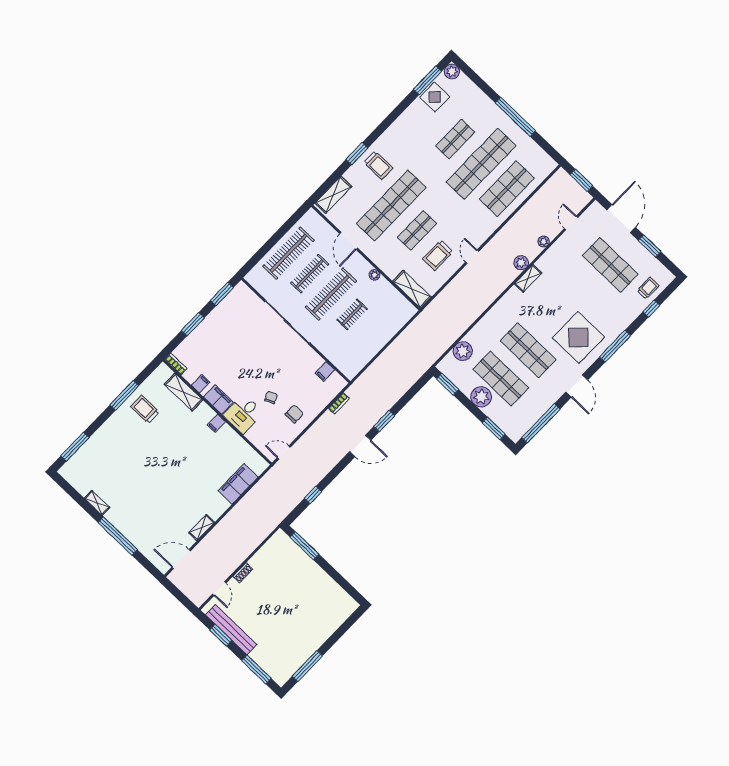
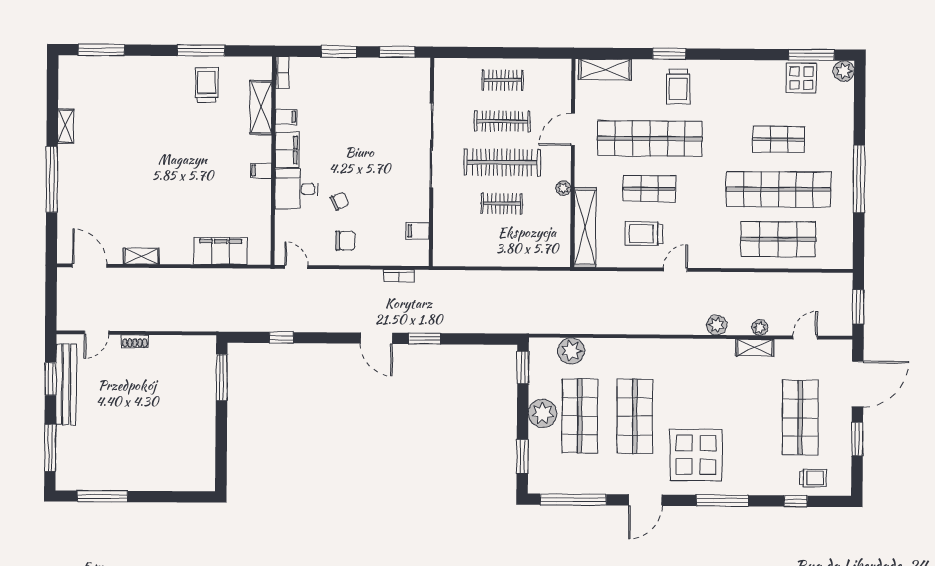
clothes rail: (288, 253) -> (503, 80), width x0.54, depth x0.76
shelving: (528, 278) -> (755, 348), moved
shelving: (412, 289) -> (585, 227), width x1.47

